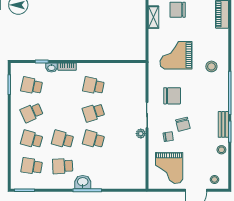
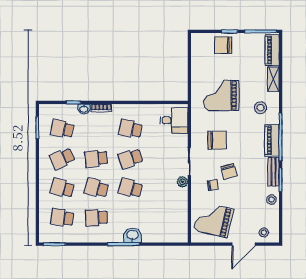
shelving: (153, 17) -> (273, 79), moved
desk: (133, 78) -> (174, 120), added
piano: (222, 96) -> (272, 140), added
school desk: (63, 112) -> (96, 159), added
grand piano: (169, 168) -> (214, 220), turned 103
washbasin: (83, 182) -> (133, 235), moved

